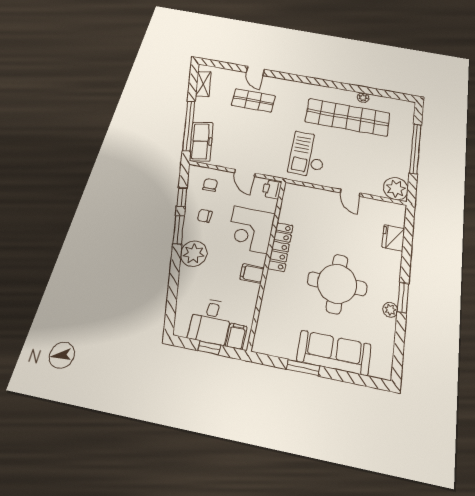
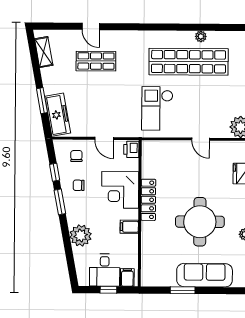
window: (189, 126) -> (42, 101), width x0.47
plant: (194, 254) -> (81, 236), moved

